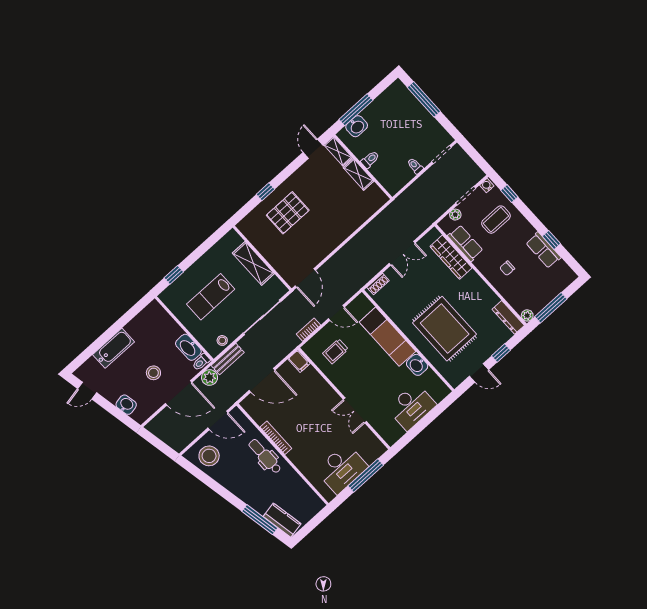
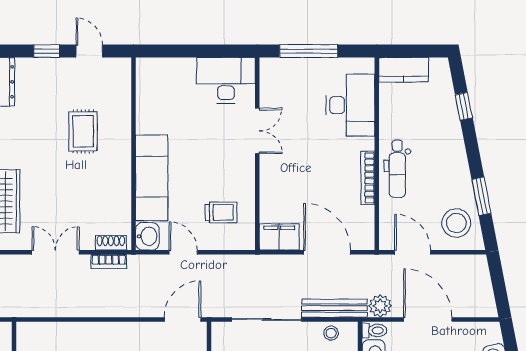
rug: (445, 329) -> (83, 131), width x0.54, depth x0.49
bookcase: (308, 330) -> (109, 261), moved
bench: (228, 359) -> (334, 308), width x1.36
filing cabinet: (299, 361) -> (279, 237), width x2.00
washbasin: (417, 365) -> (147, 236), moved
desk: (412, 407) -> (226, 80), moved
desk: (342, 468) -> (350, 105), moved, turned 90
window: (209, 481) -> (481, 196), added
window: (260, 520) -> (464, 106), width x0.46
kitchen counter: (282, 520) -> (404, 70), moved, turned -79

